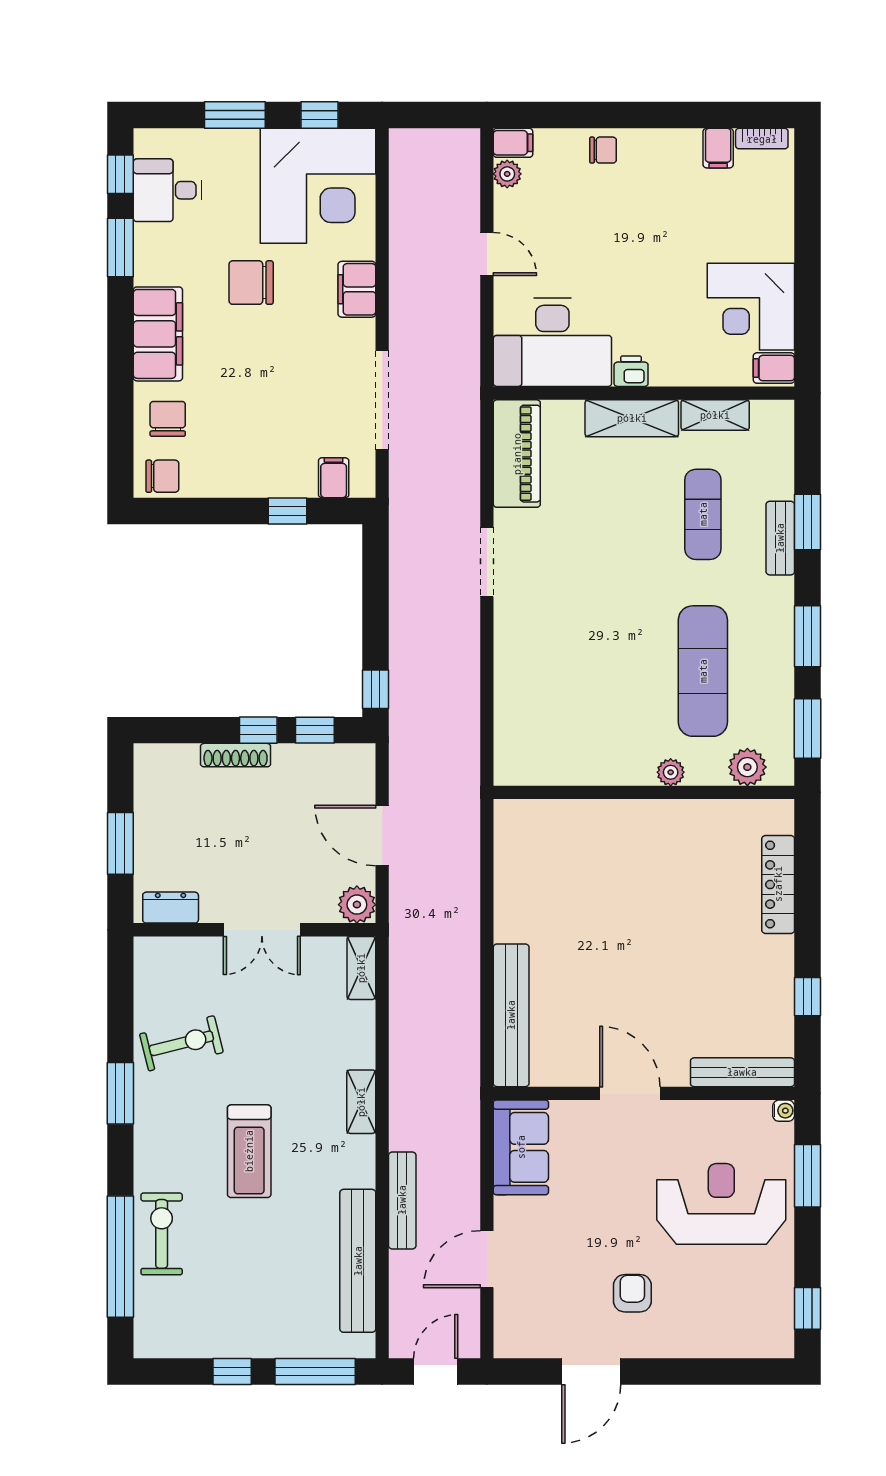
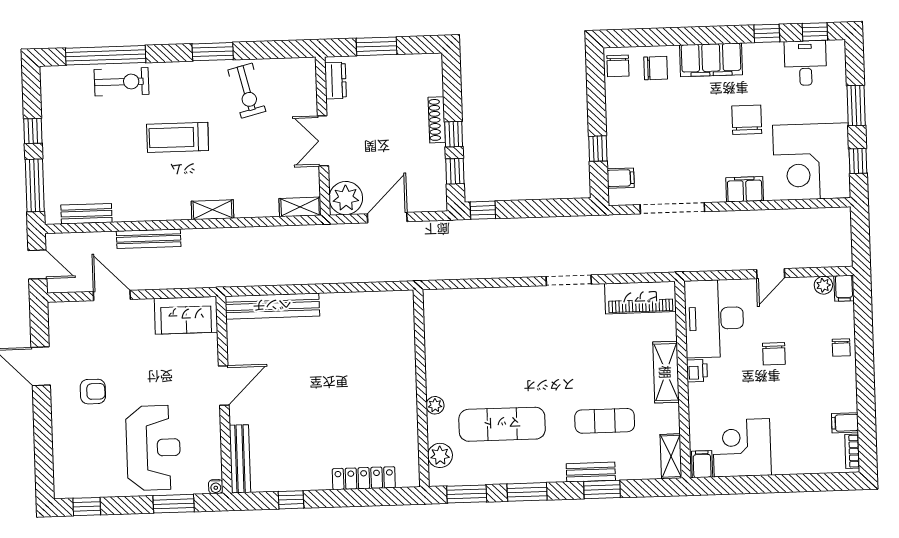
window: (120, 248) -> (767, 33), width x0.67
chair: (609, 253) -> (774, 354), added
shelving: (715, 415) -> (671, 456), moved
plant: (357, 905) -> (346, 198), width x1.36, depth x1.36
bench: (358, 1261) -> (86, 214), width x0.54, depth x0.82

